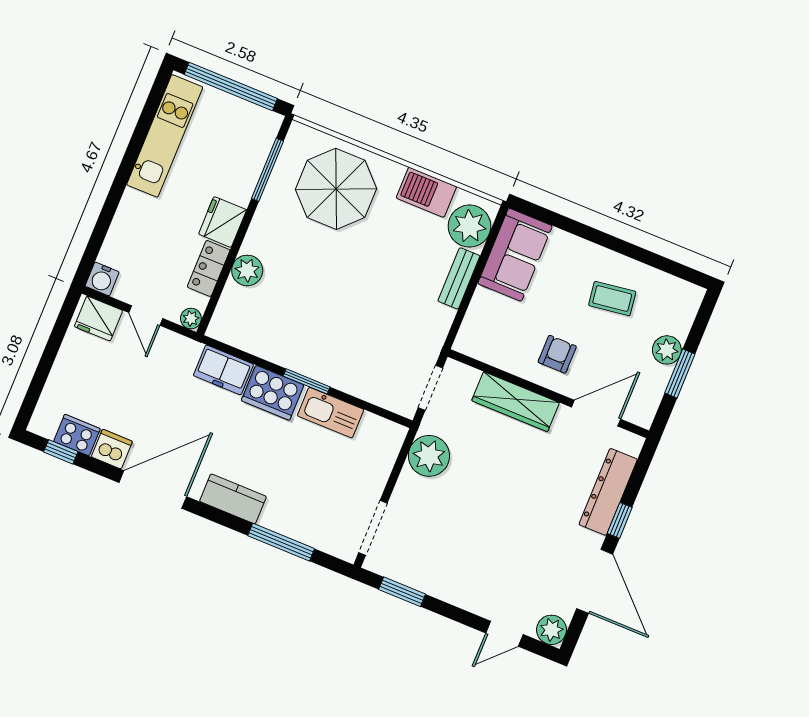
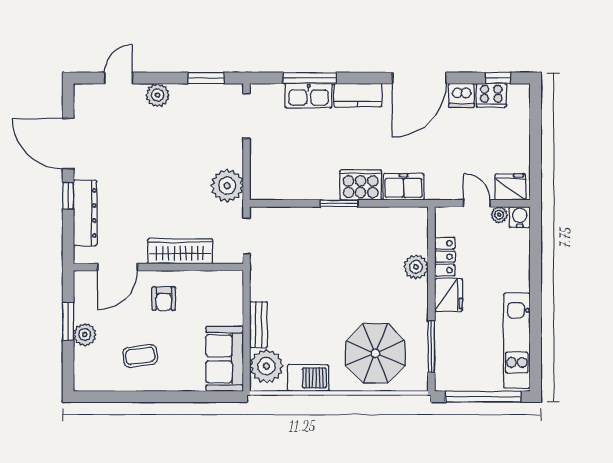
plant: (191, 318) -> (499, 215), moved
kitchen sink: (331, 413) -> (309, 96), moved, turned 180
plant: (551, 630) -> (158, 95), moved

